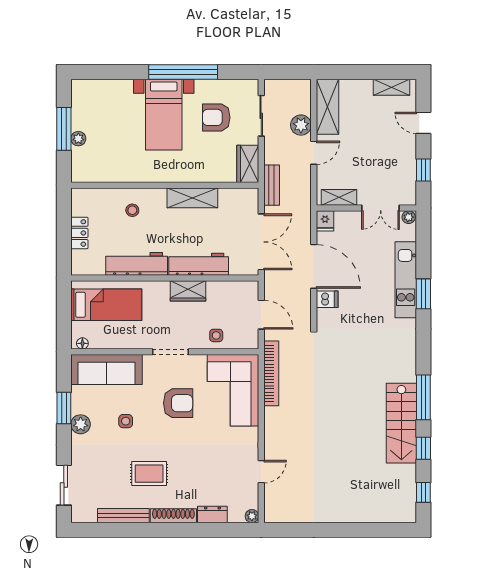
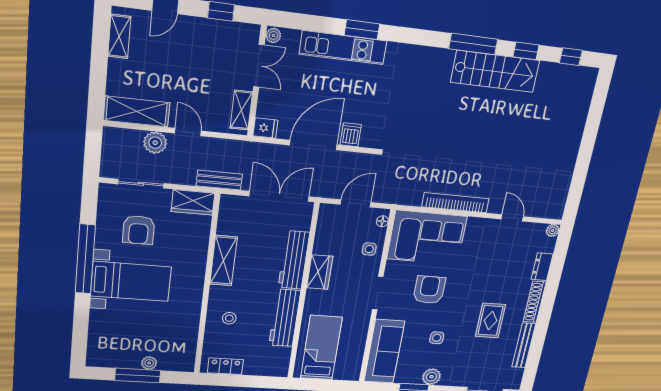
locker: (79, 233) -> (225, 366), moved
floor lamp: (82, 343) -> (382, 221), moved
bookcase: (271, 373) -> (455, 203), moved

